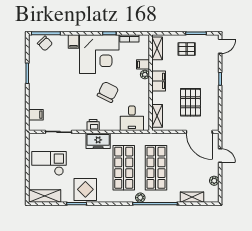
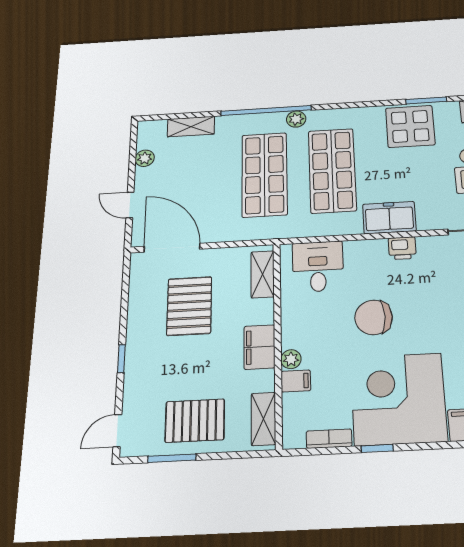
pallet: (187, 49) -> (195, 421), width x1.50, depth x1.42
chair: (108, 92) -> (374, 317), turned 63

